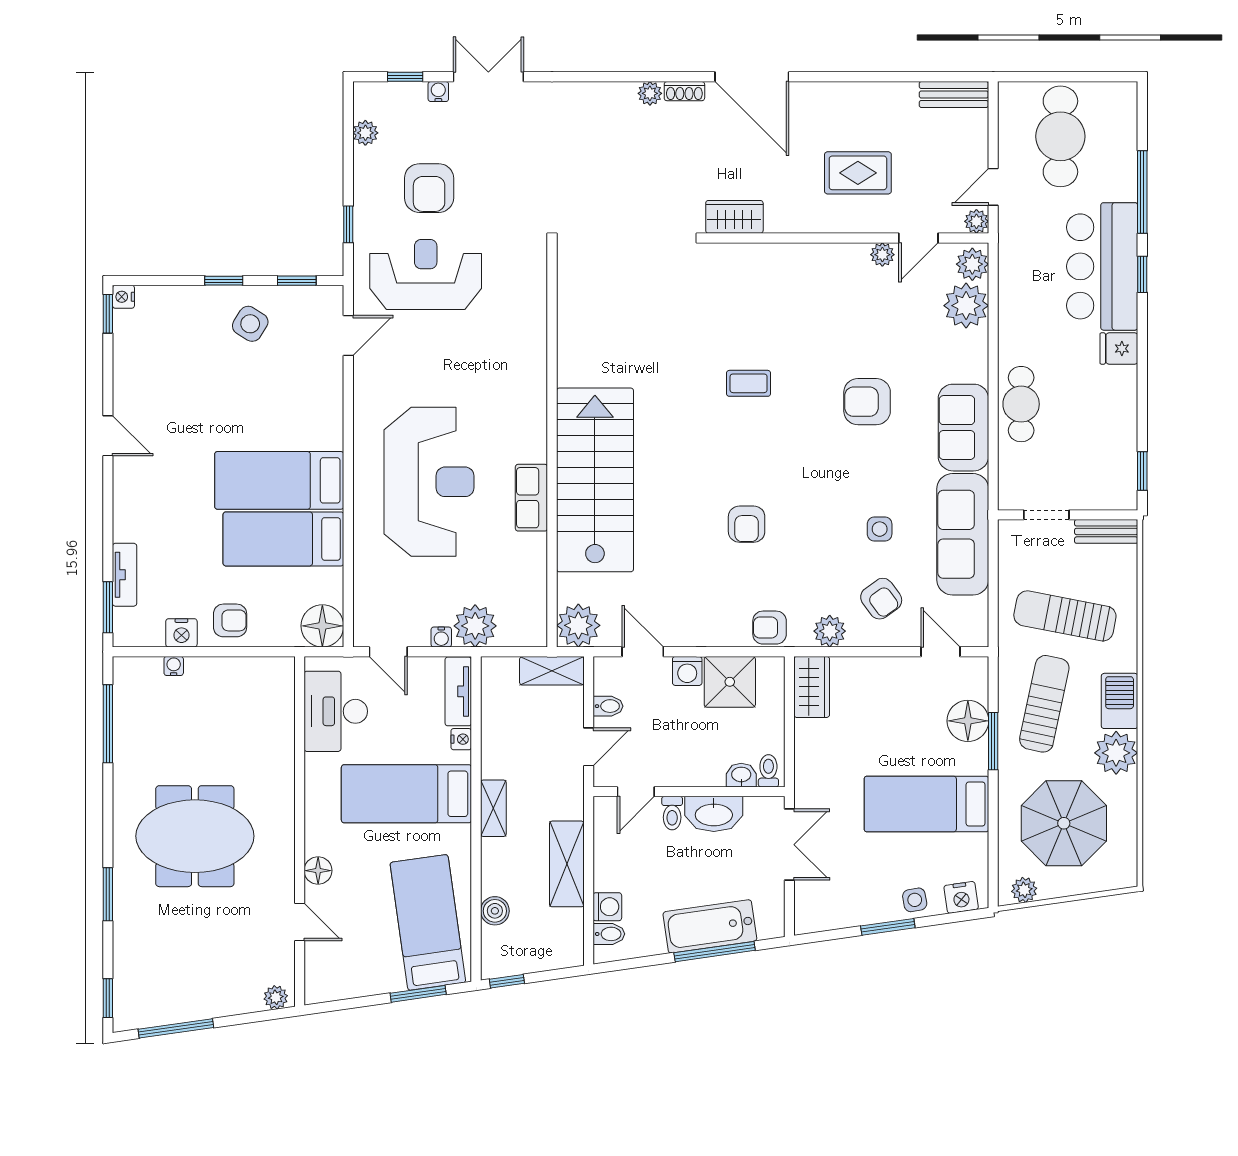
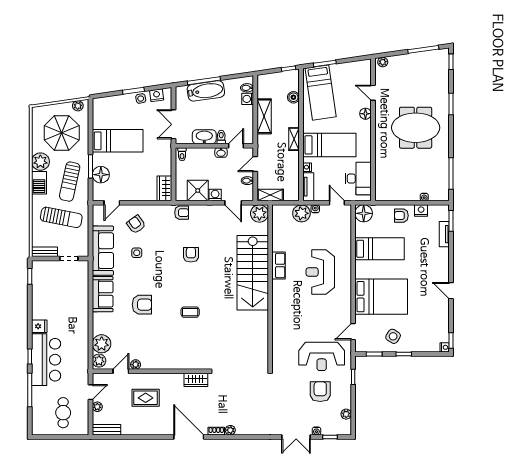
cafe table: (1060, 136) -> (63, 413), width x0.73, depth x0.74
plant: (976, 221) -> (97, 407), moved
cafe table: (1021, 404) -> (79, 304), removed
bed: (279, 480) -> (381, 297), moved, width x1.50
reception desk: (429, 482) -> (320, 272), width x0.74, depth x0.77
plant: (830, 631) -> (157, 211), removed
door: (940, 652) -> (112, 203), hinge flipped
washbasin: (741, 775) -> (221, 153), moved
nightstand: (961, 897) -> (157, 95), moved
side table: (915, 900) -> (141, 99), moved

